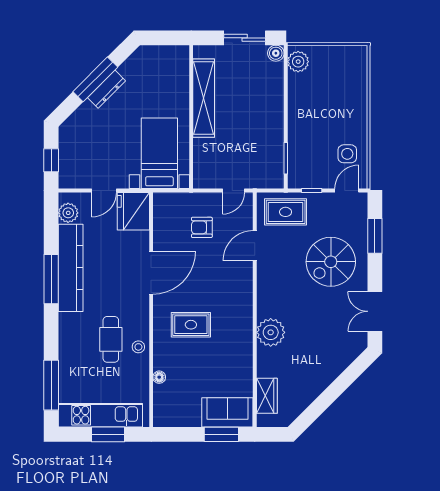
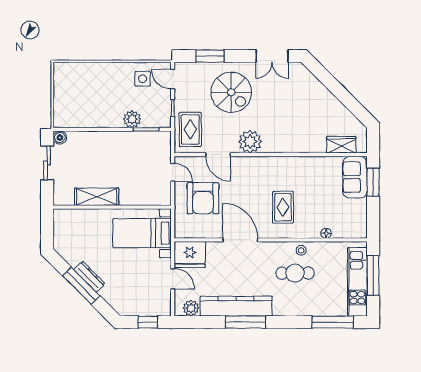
plant: (298, 62) -> (132, 119), moved
shelving: (204, 98) -> (97, 197), width x0.68
armchair: (202, 227) -> (203, 198), width x1.88, depth x1.88
plant: (271, 332) -> (250, 142), moved
window: (108, 434) -> (373, 275), width x1.44

